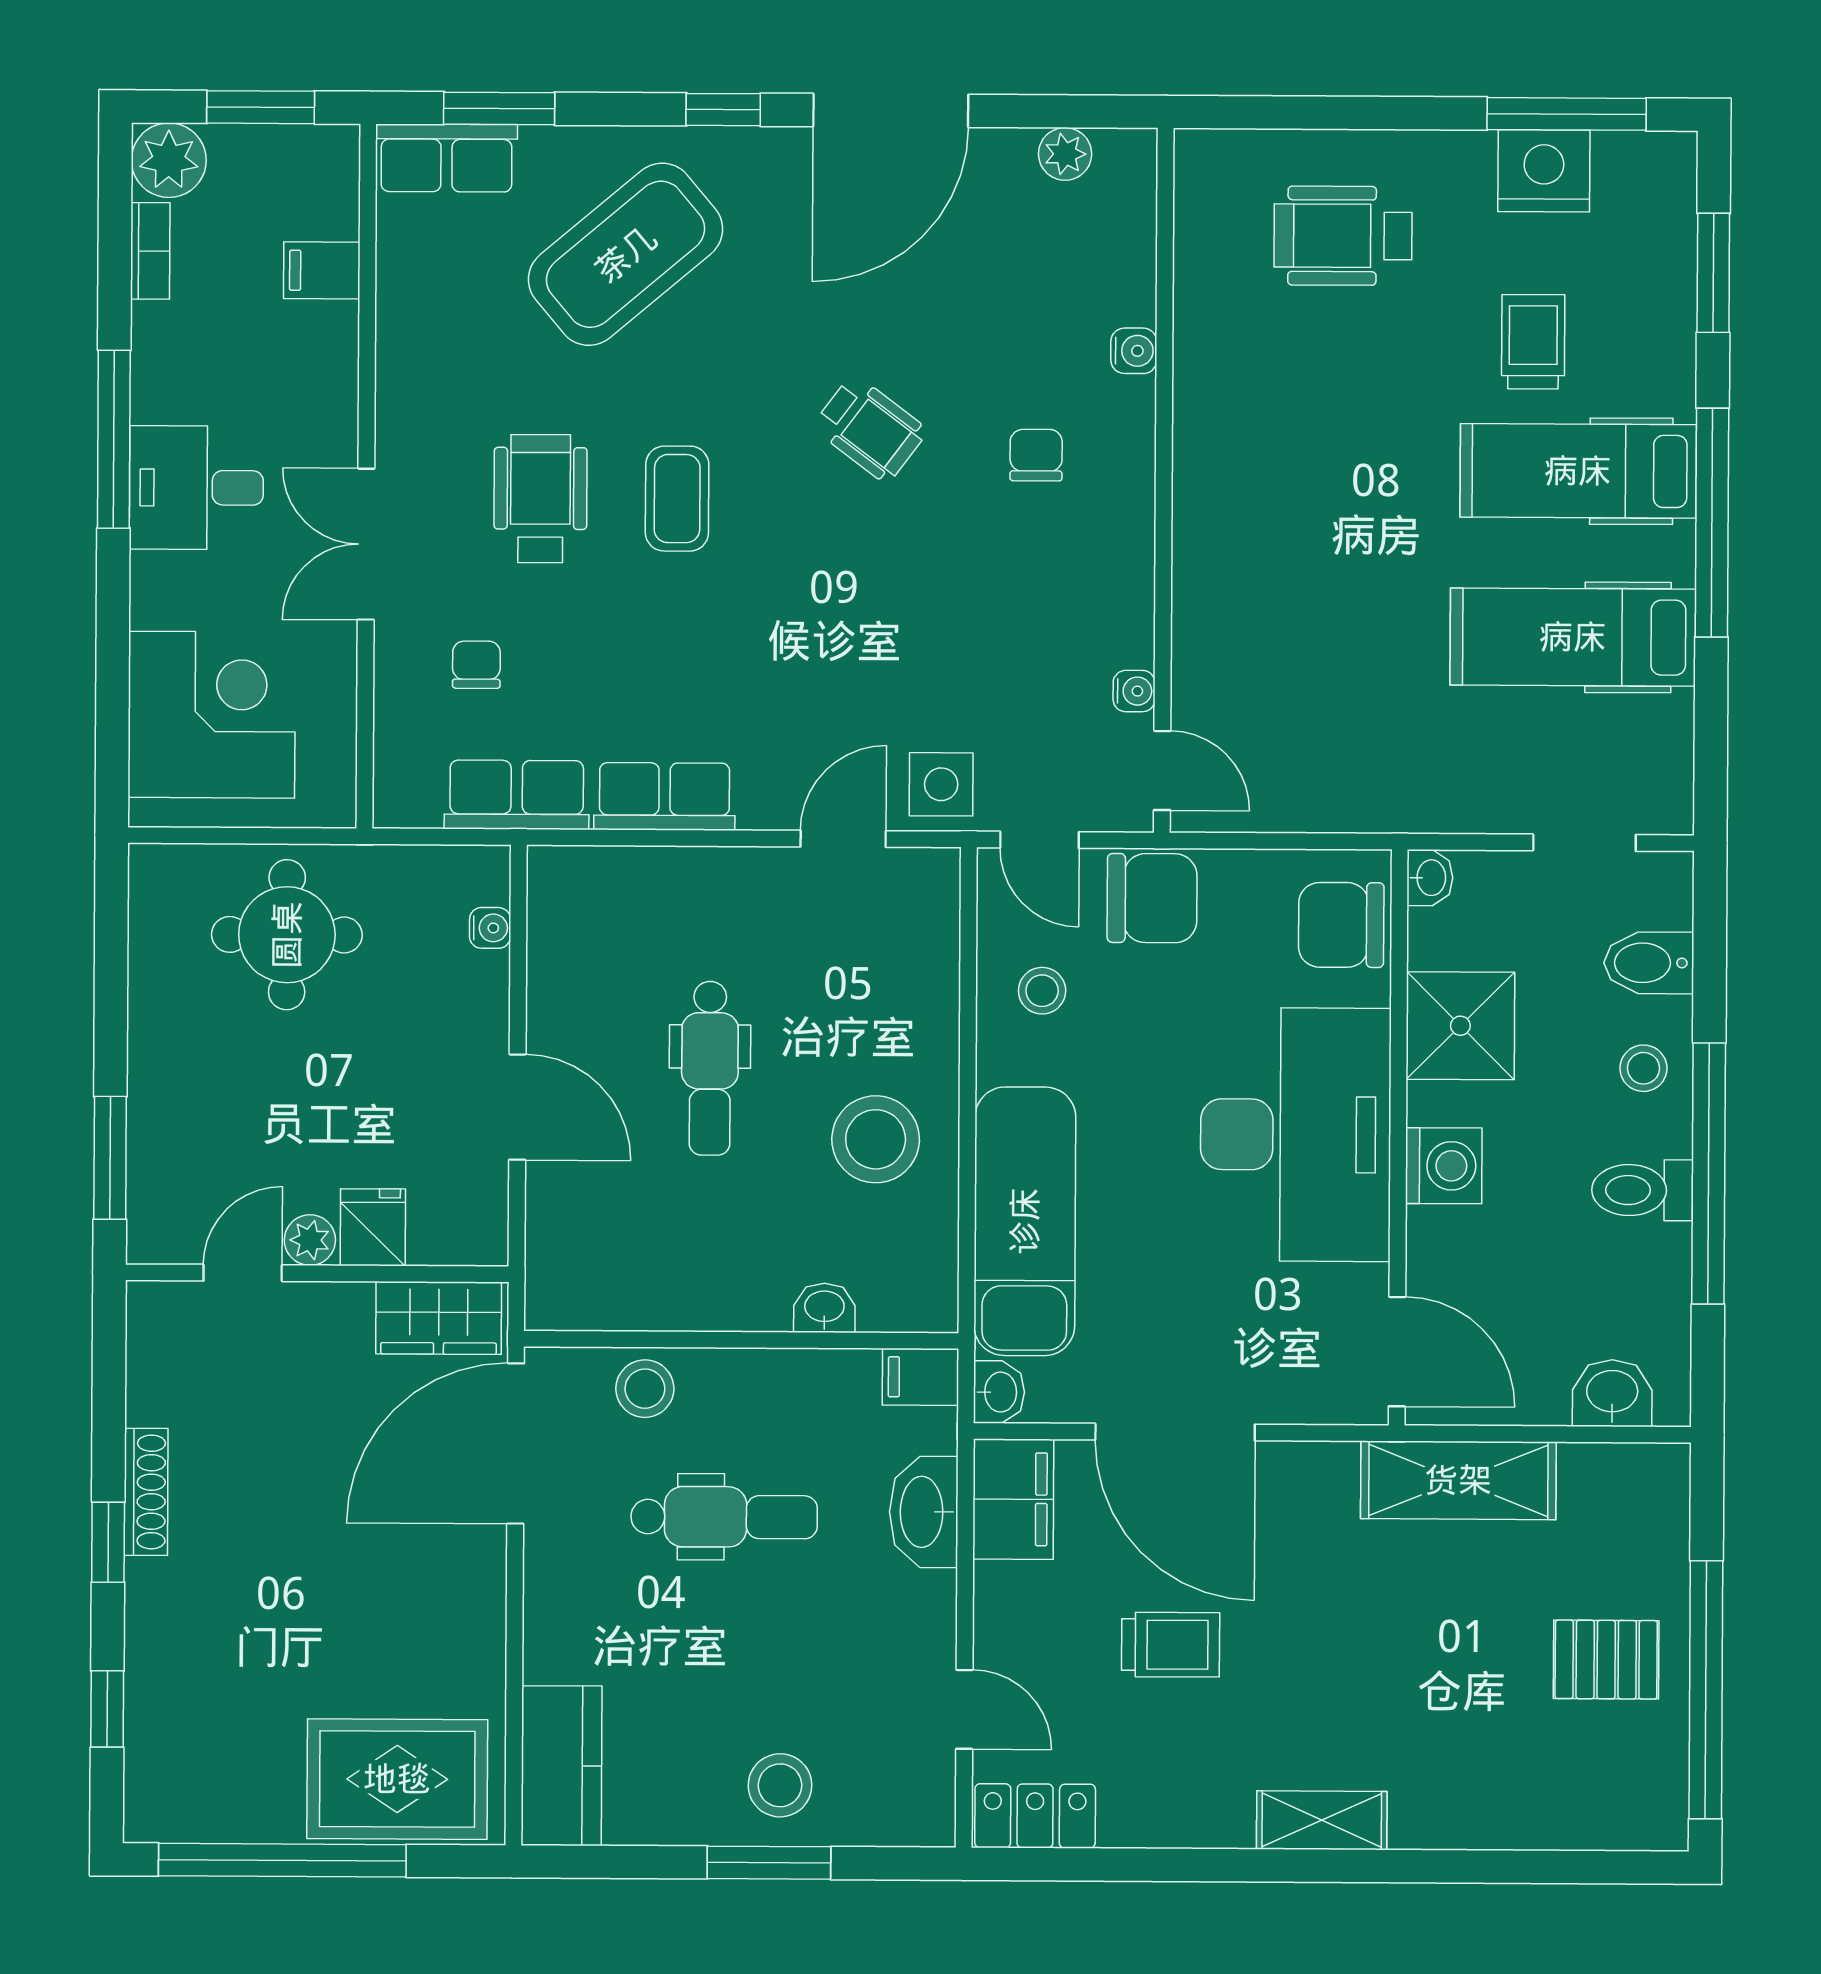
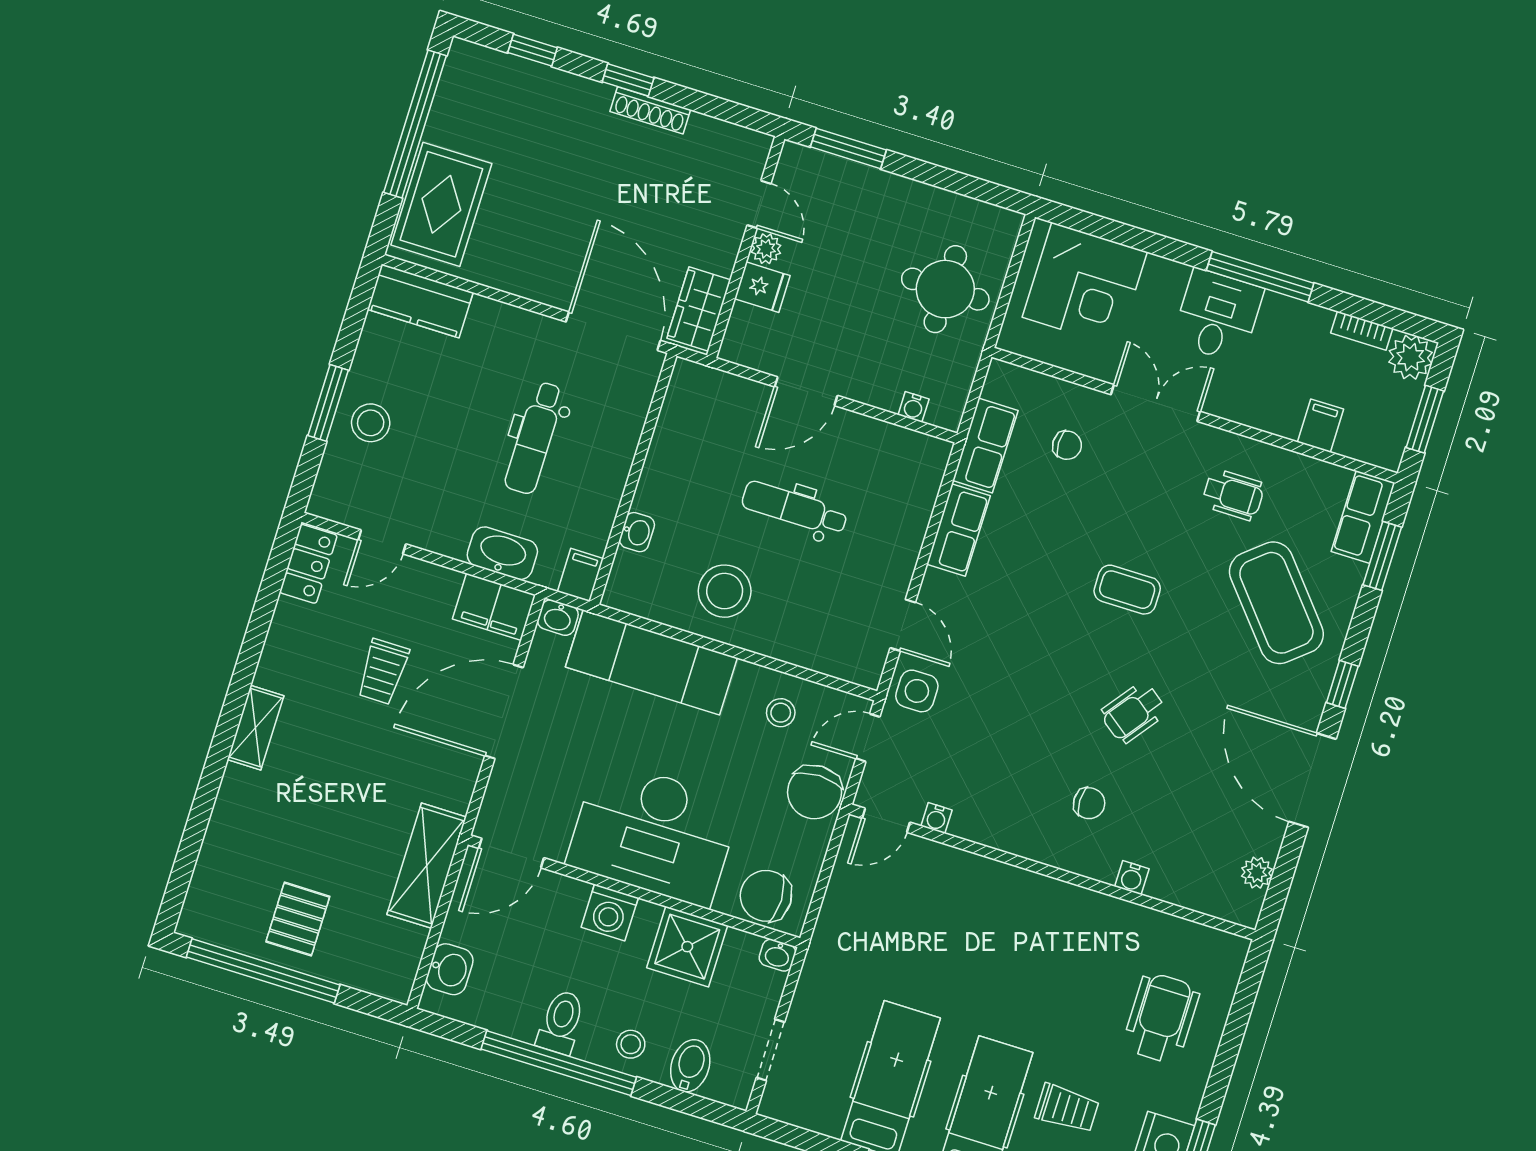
wheelchair: (540, 499) -> (1233, 495), moved, width x0.73, depth x0.73
chair: (1341, 925) -> (766, 896), turned -90
stool: (645, 1389) -> (622, 415), removed

